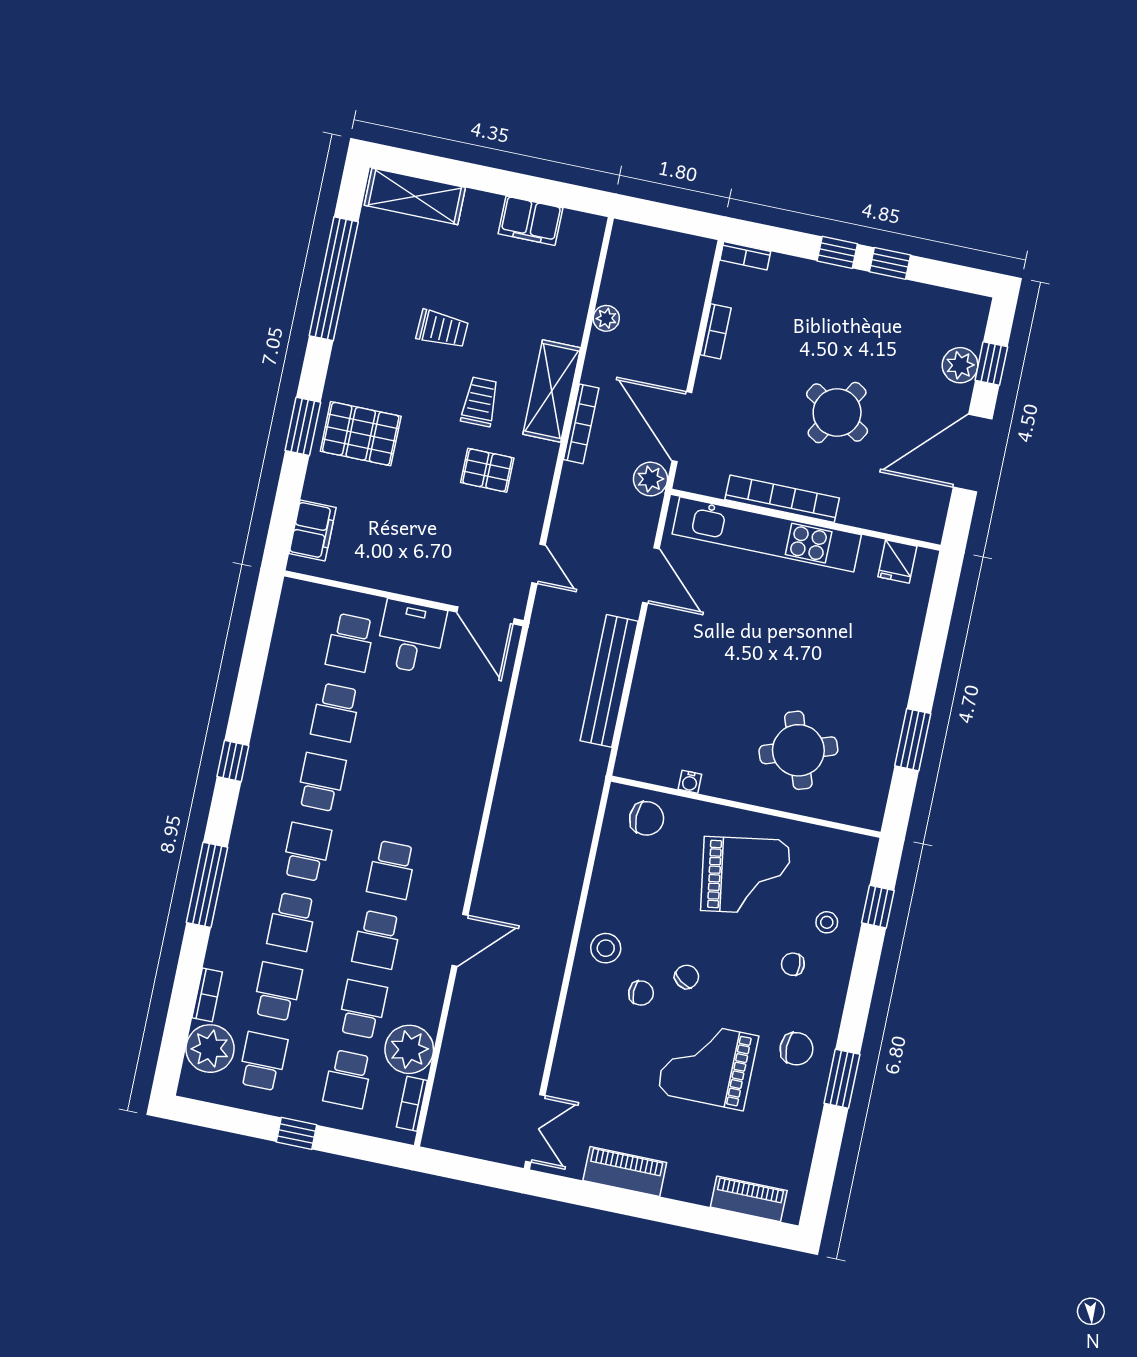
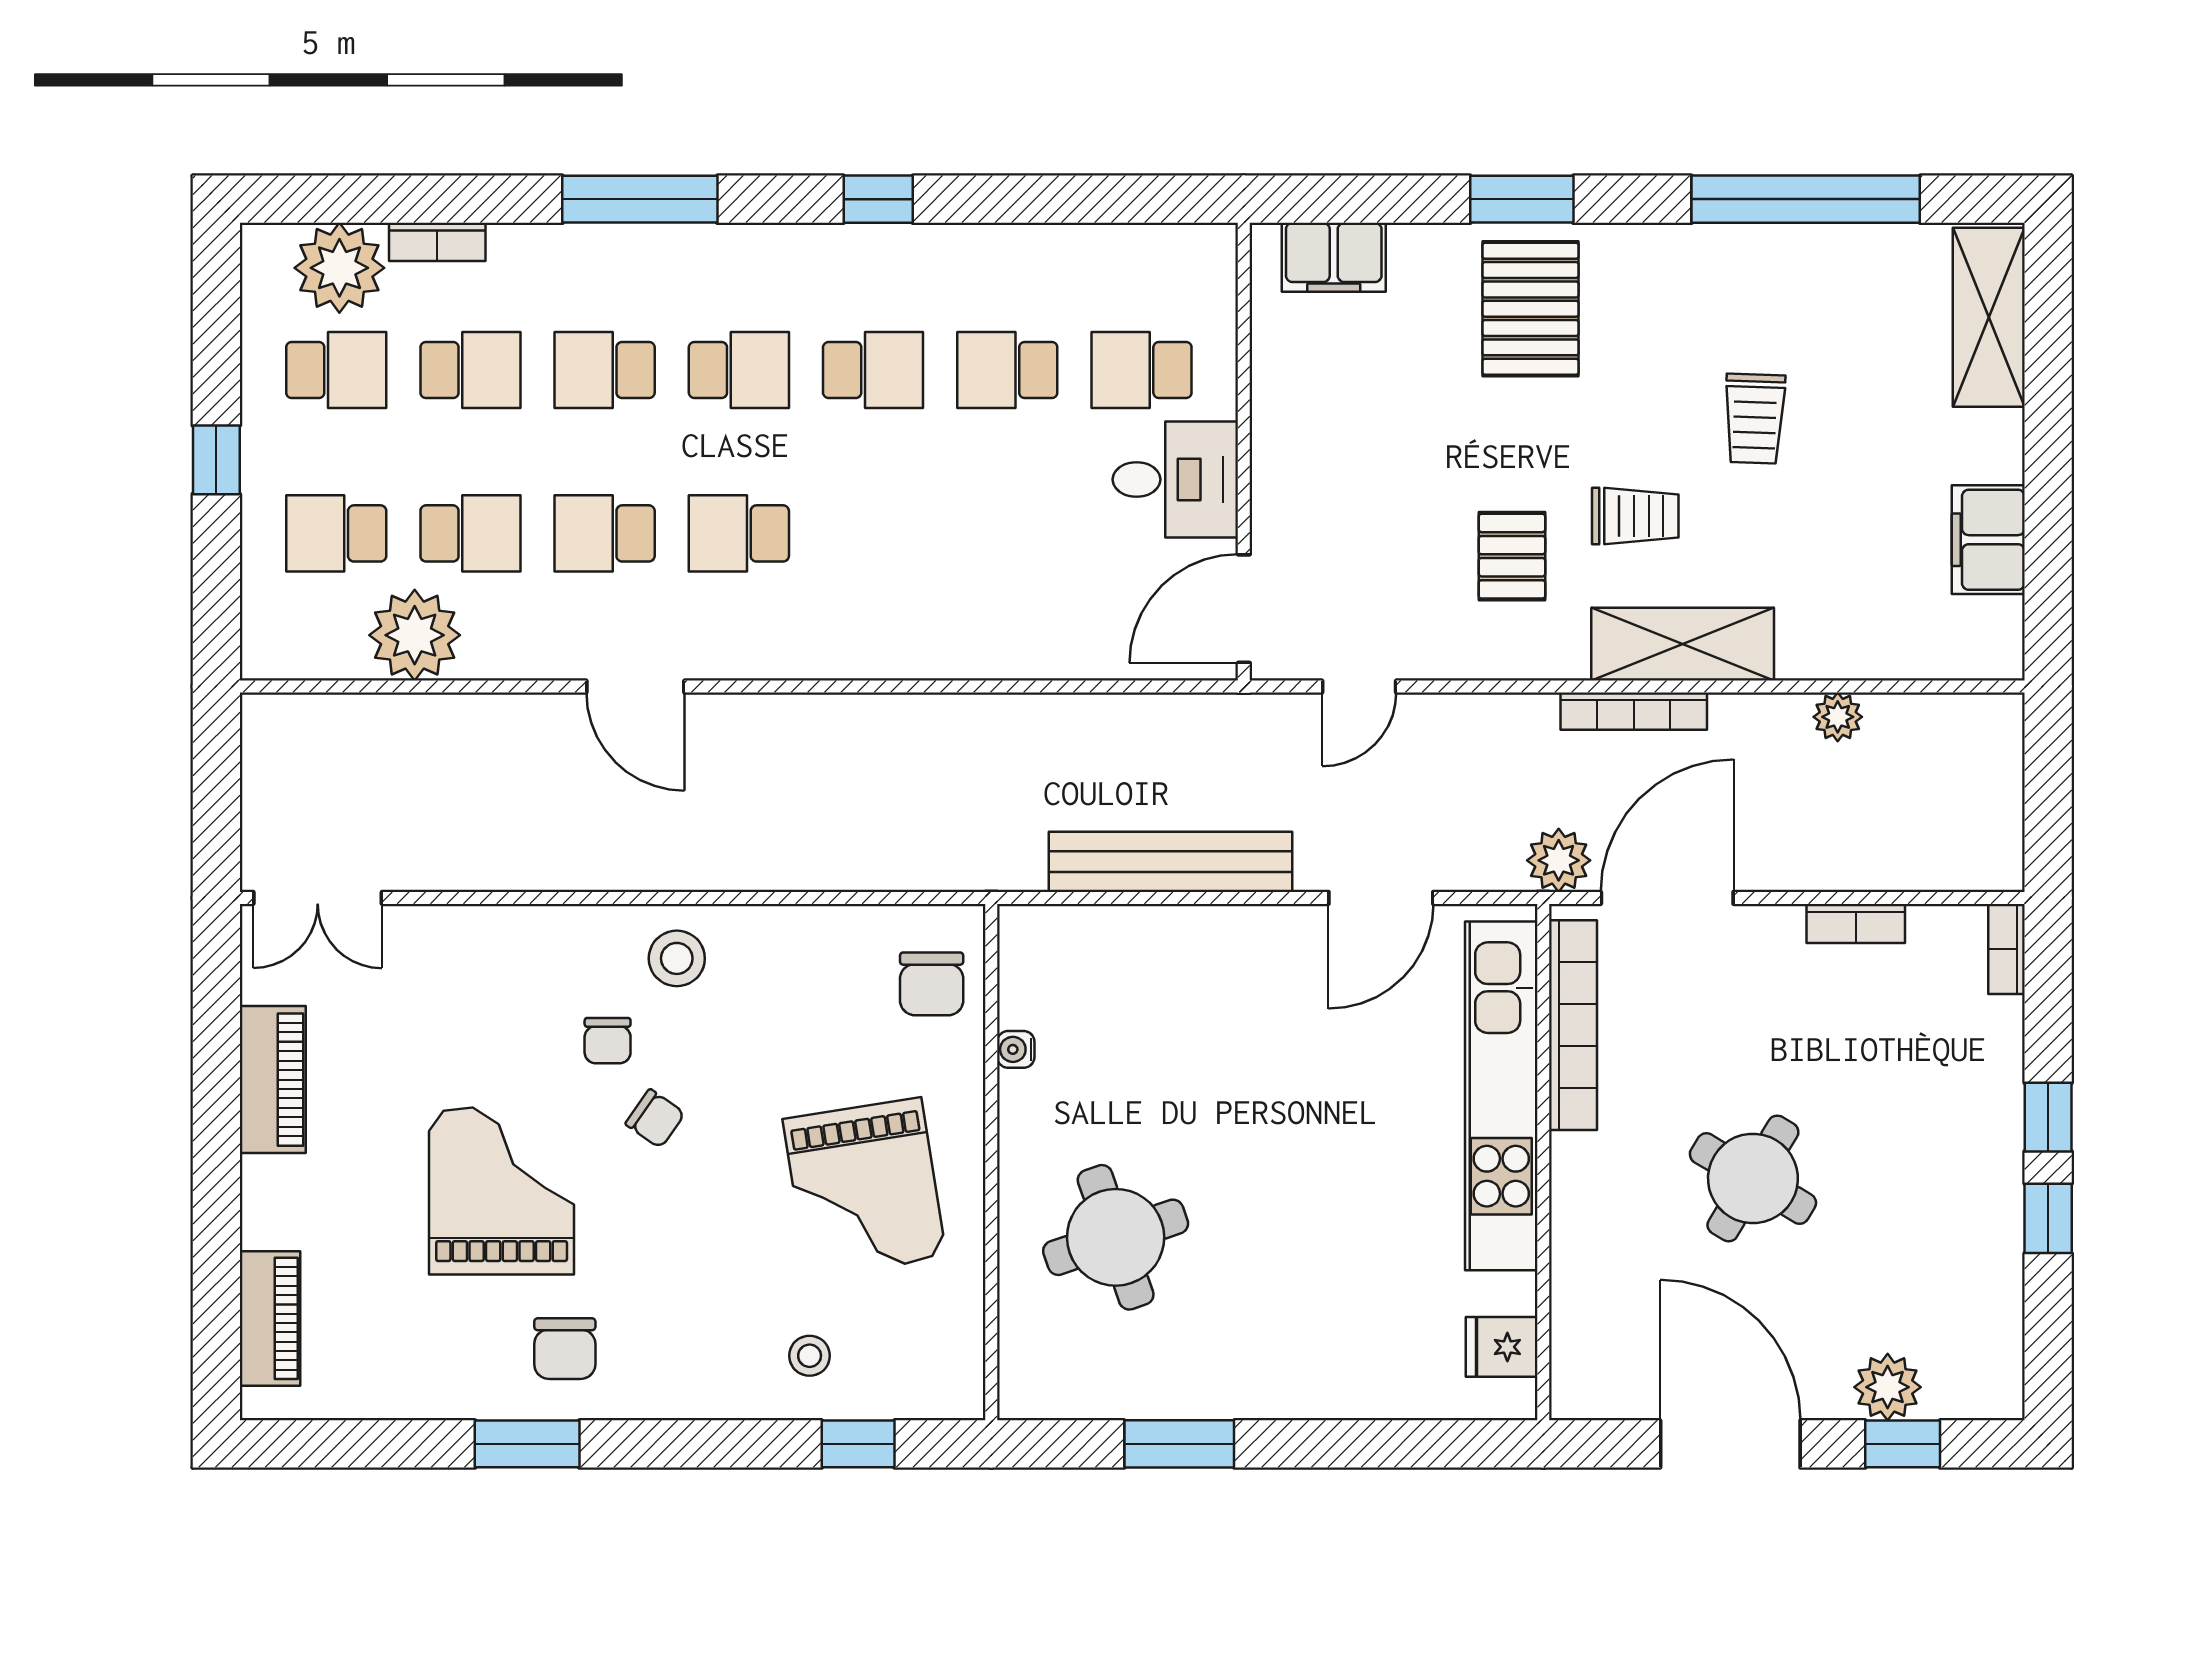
bookcase: (782, 499) -> (1573, 1025), moved
chair: (793, 964) -> (719, 1309), removed
bookcase: (412, 1104) -> (315, 661), removed

